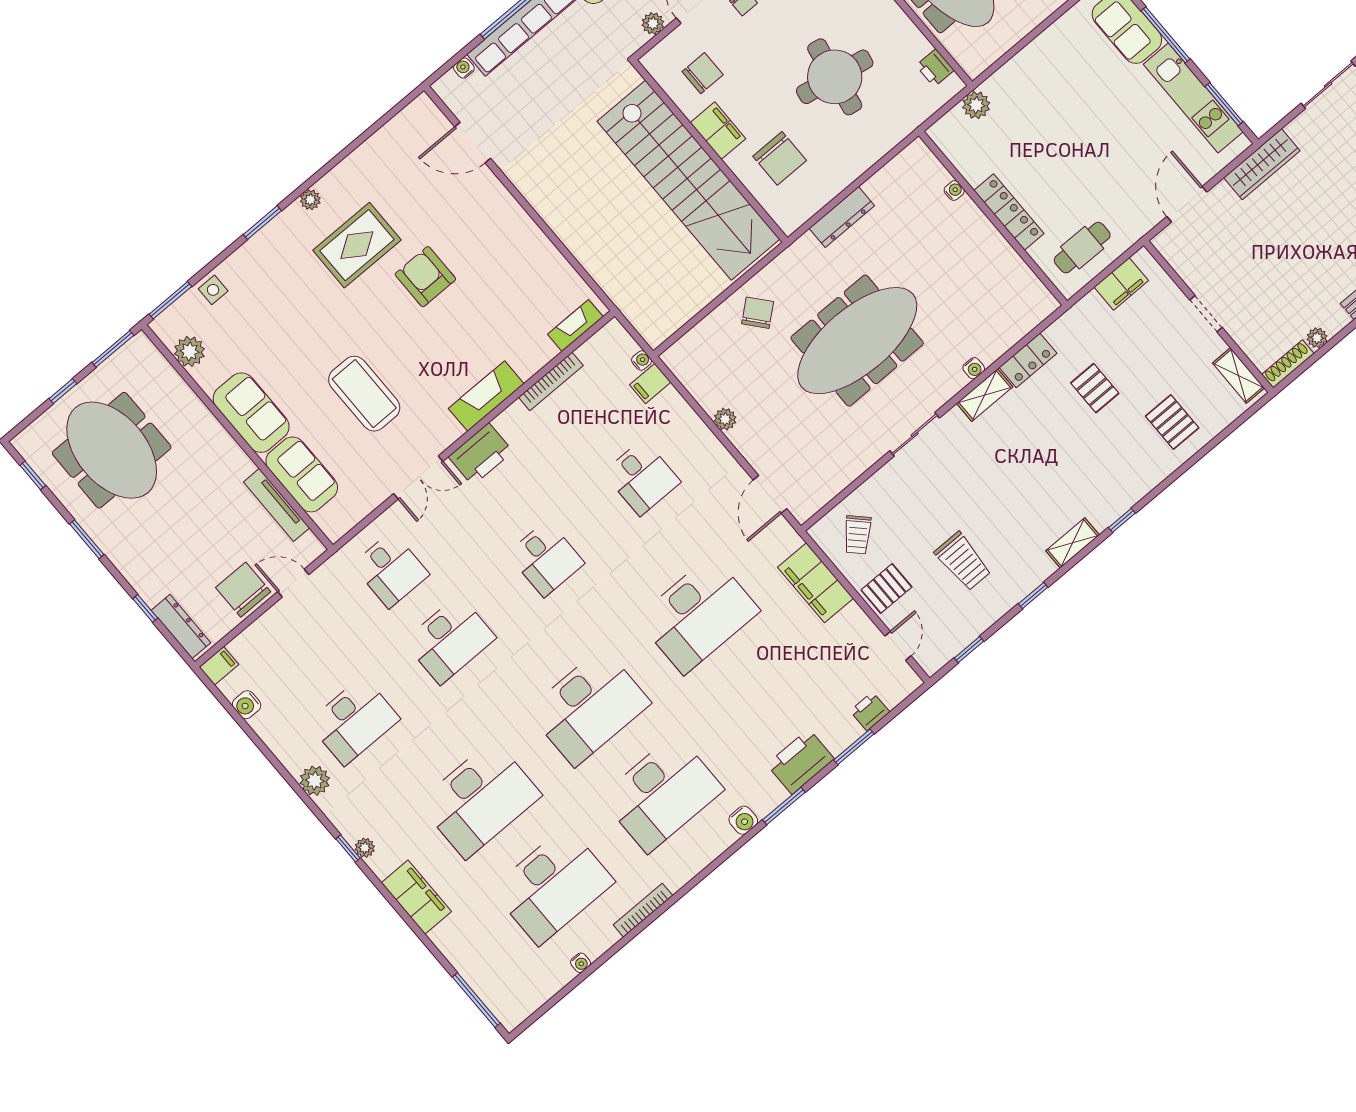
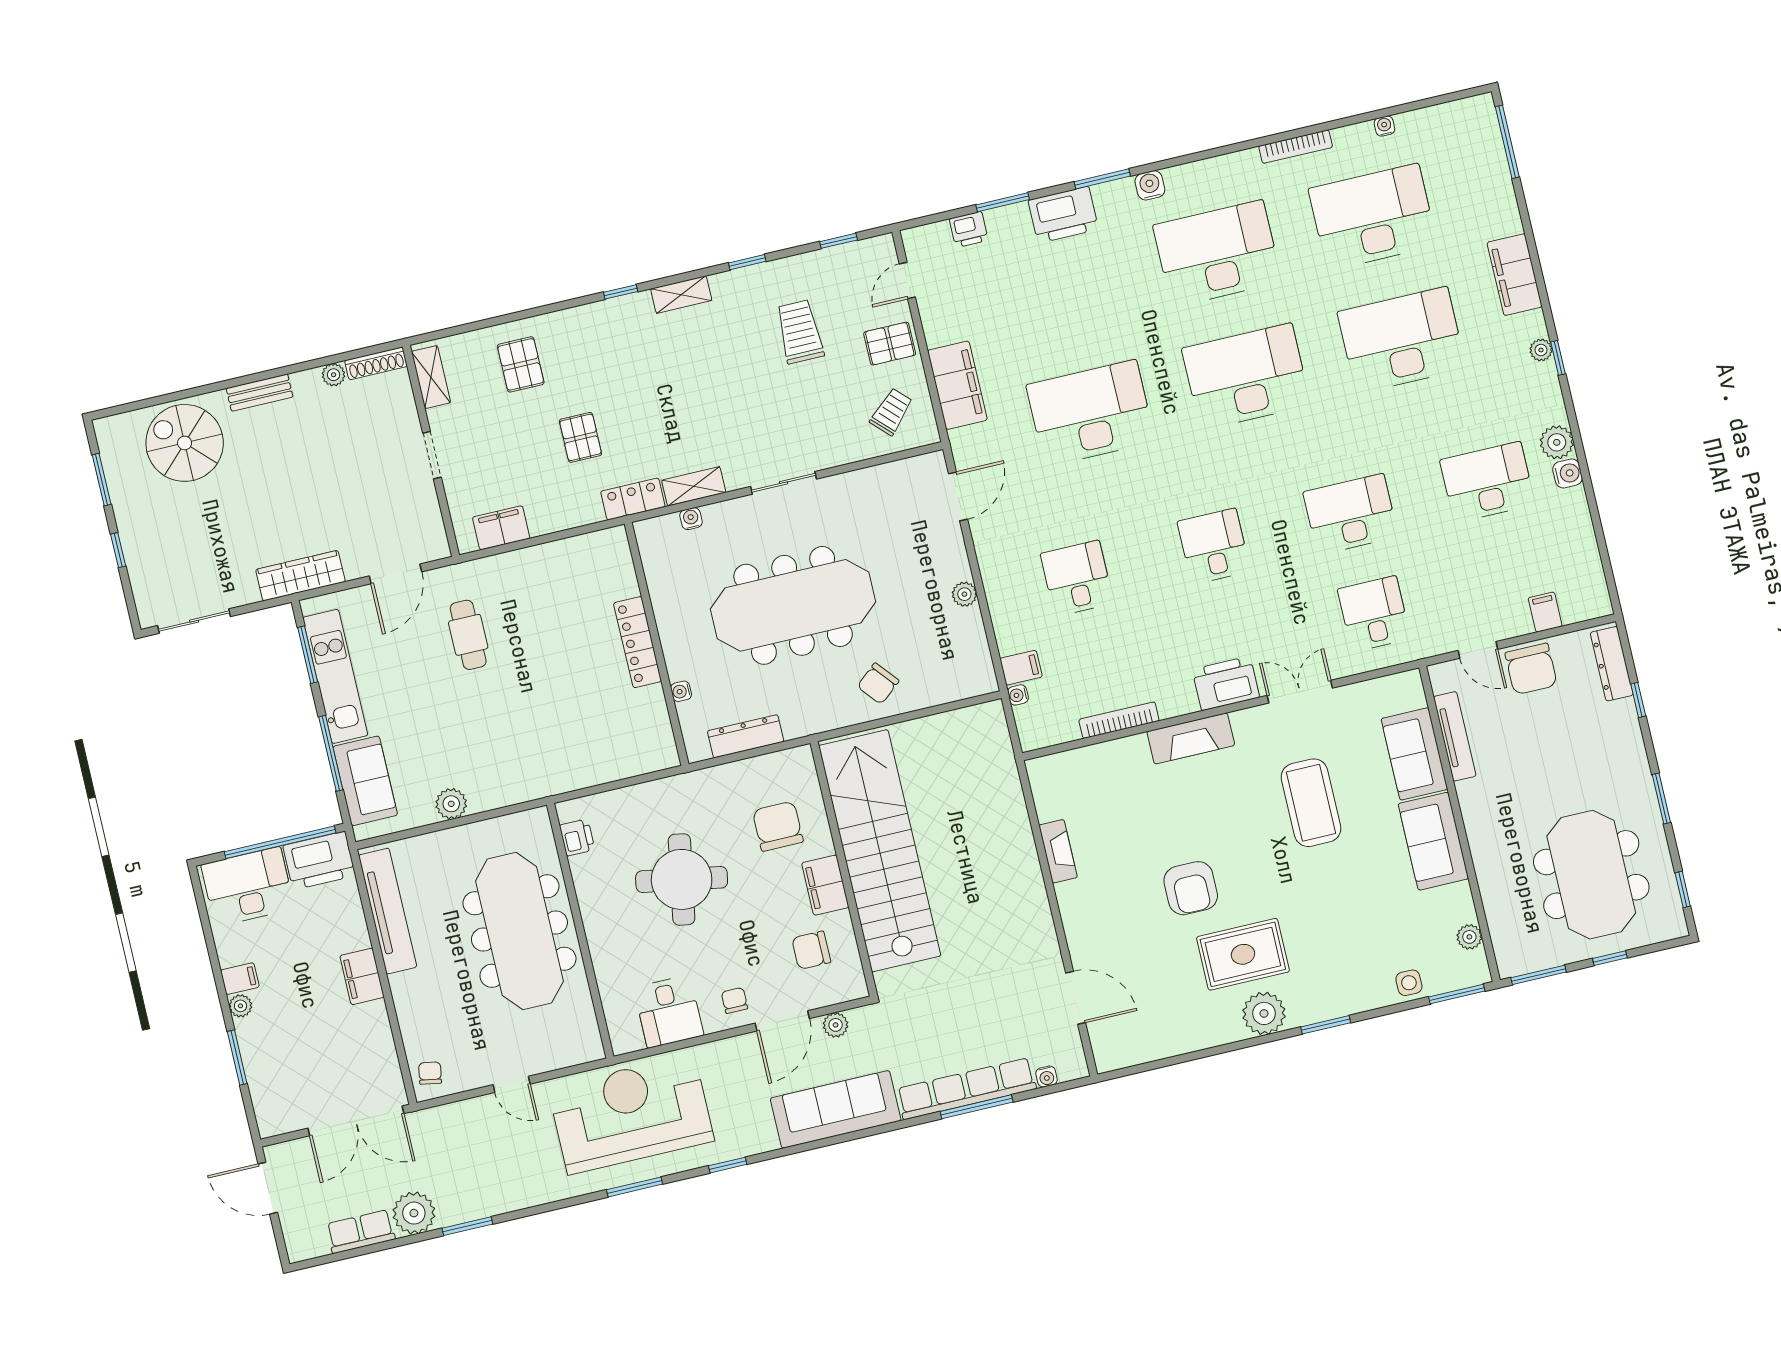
plant: (976, 105) -> (451, 804), moved
water cooler: (954, 191) -> (681, 691), moved
plant: (310, 200) -> (1264, 1013), width x1.88, depth x1.88
locker: (1009, 212) -> (638, 642), moved
wall: (993, 218) -> (657, 644), moved
cafe table: (1082, 248) -> (468, 635), moved, turned 90
fireplace: (575, 326) -> (1058, 851), moved, turned -90
plant: (189, 351) -> (1469, 937), width x0.73, depth x0.73
filing cabinet: (219, 666) -> (1545, 612), moved, turned 90
water cooler: (247, 705) -> (1568, 473), moved

